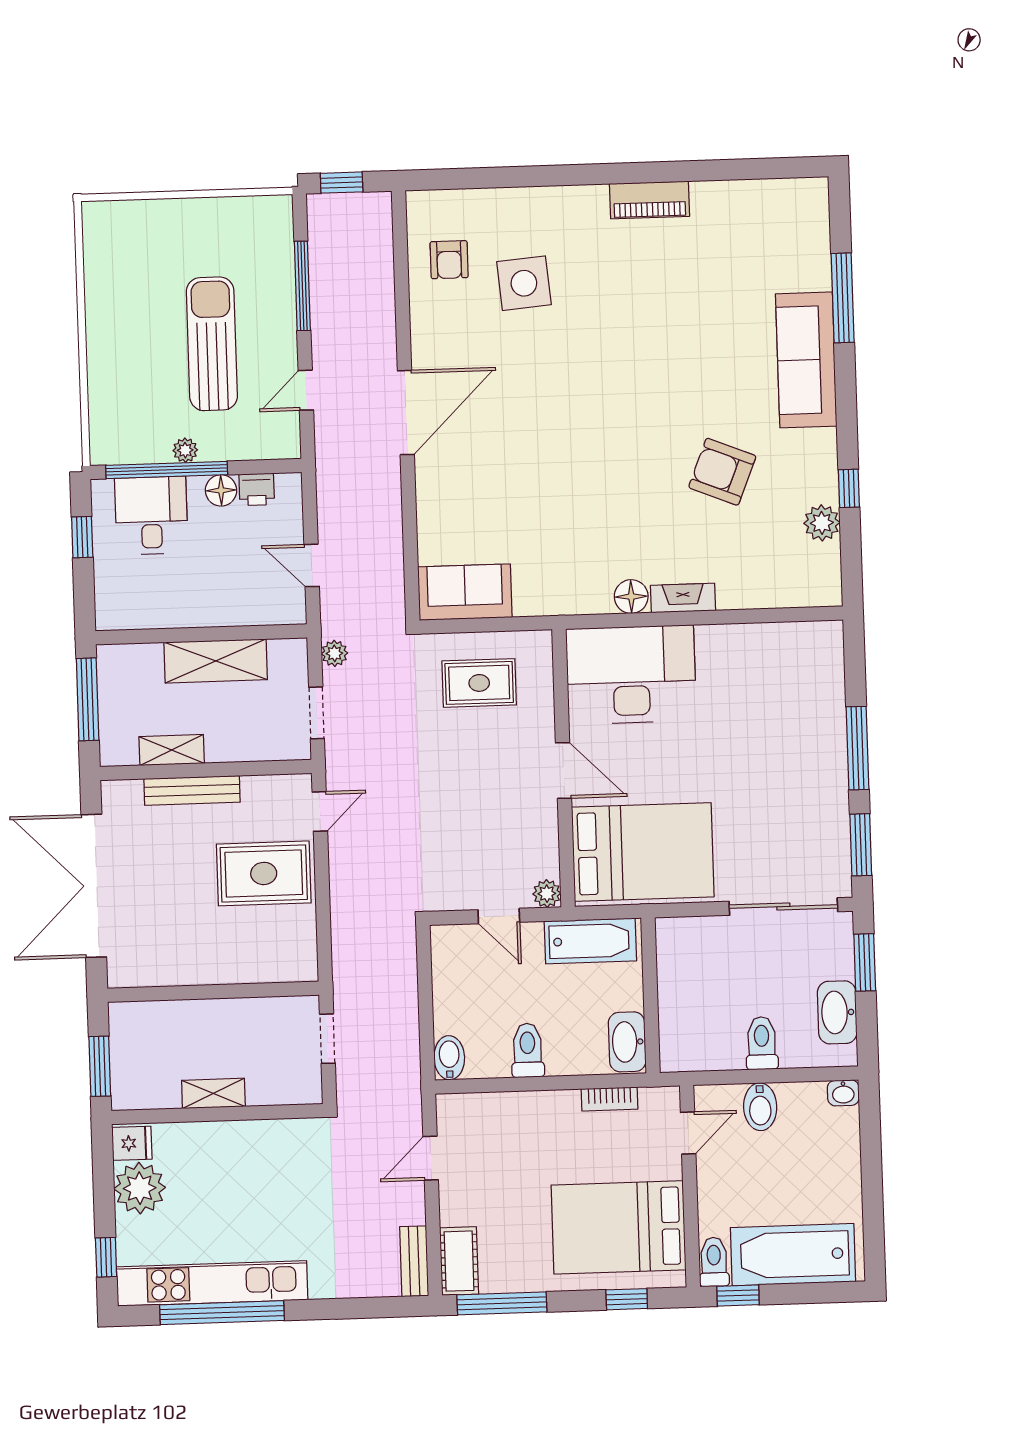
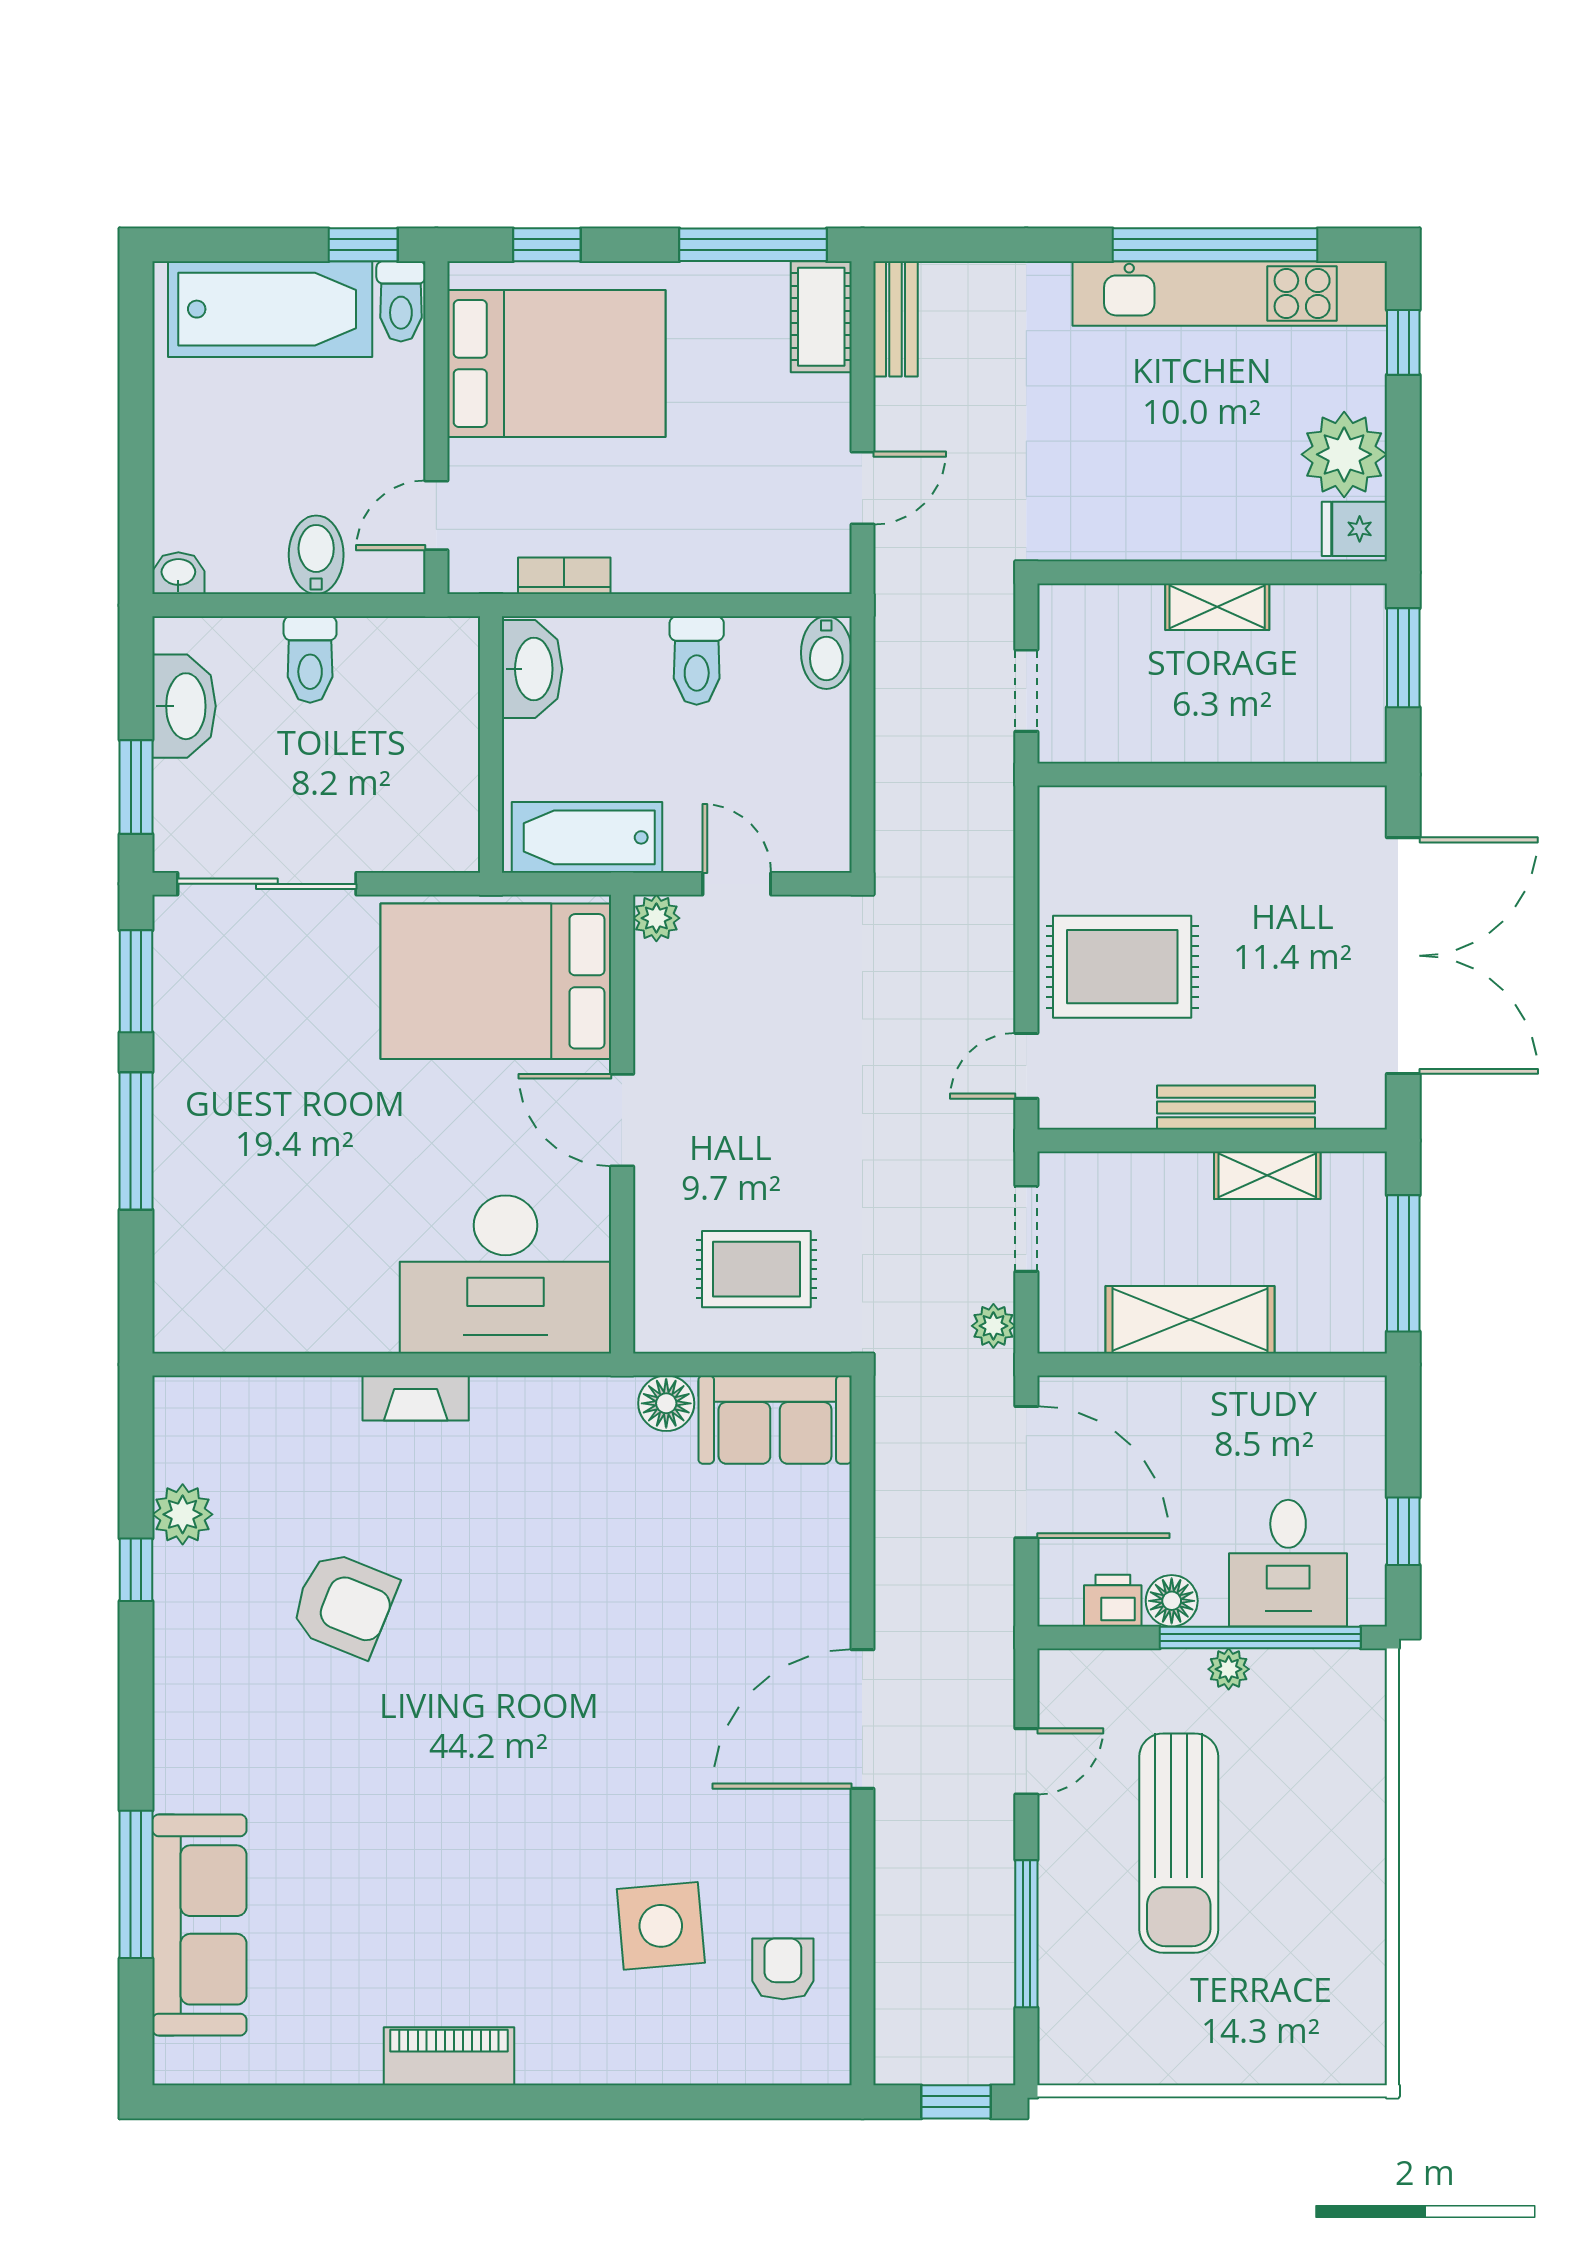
sofa: (806, 360) -> (199, 1925), moved
door: (312, 565) -> (1026, 1472), width x1.88
floor lamp: (631, 597) -> (666, 1403), moved

